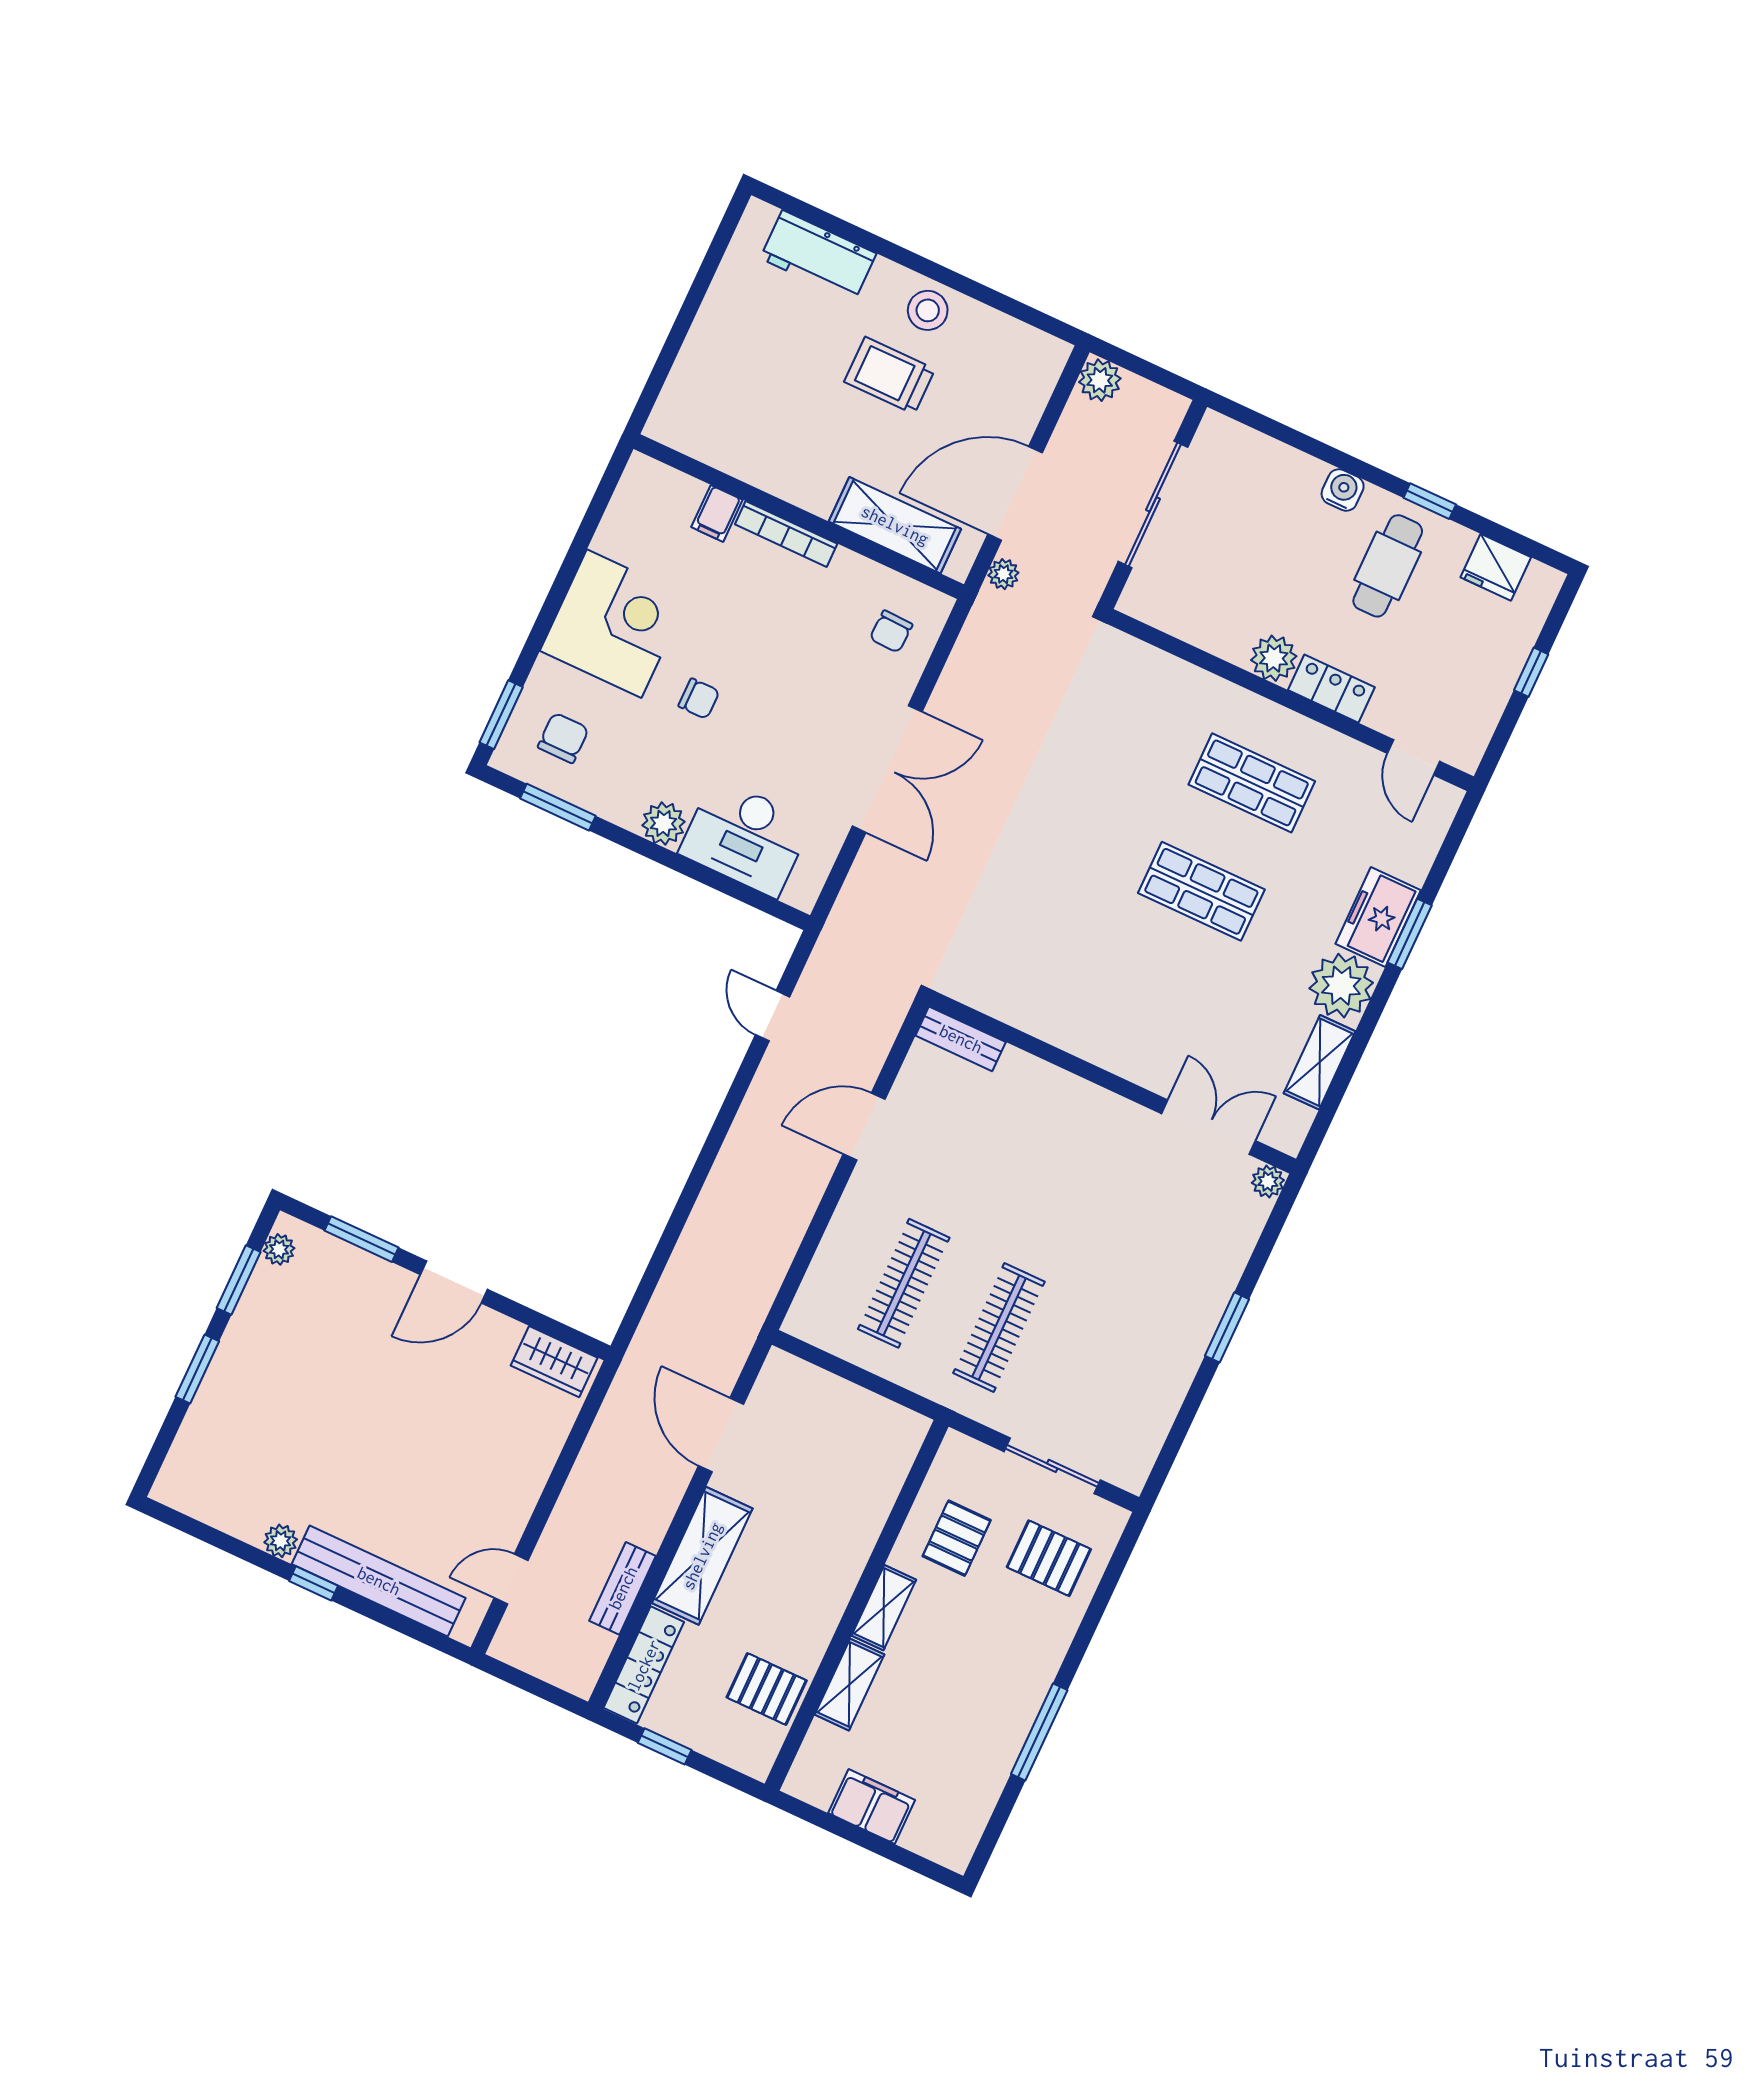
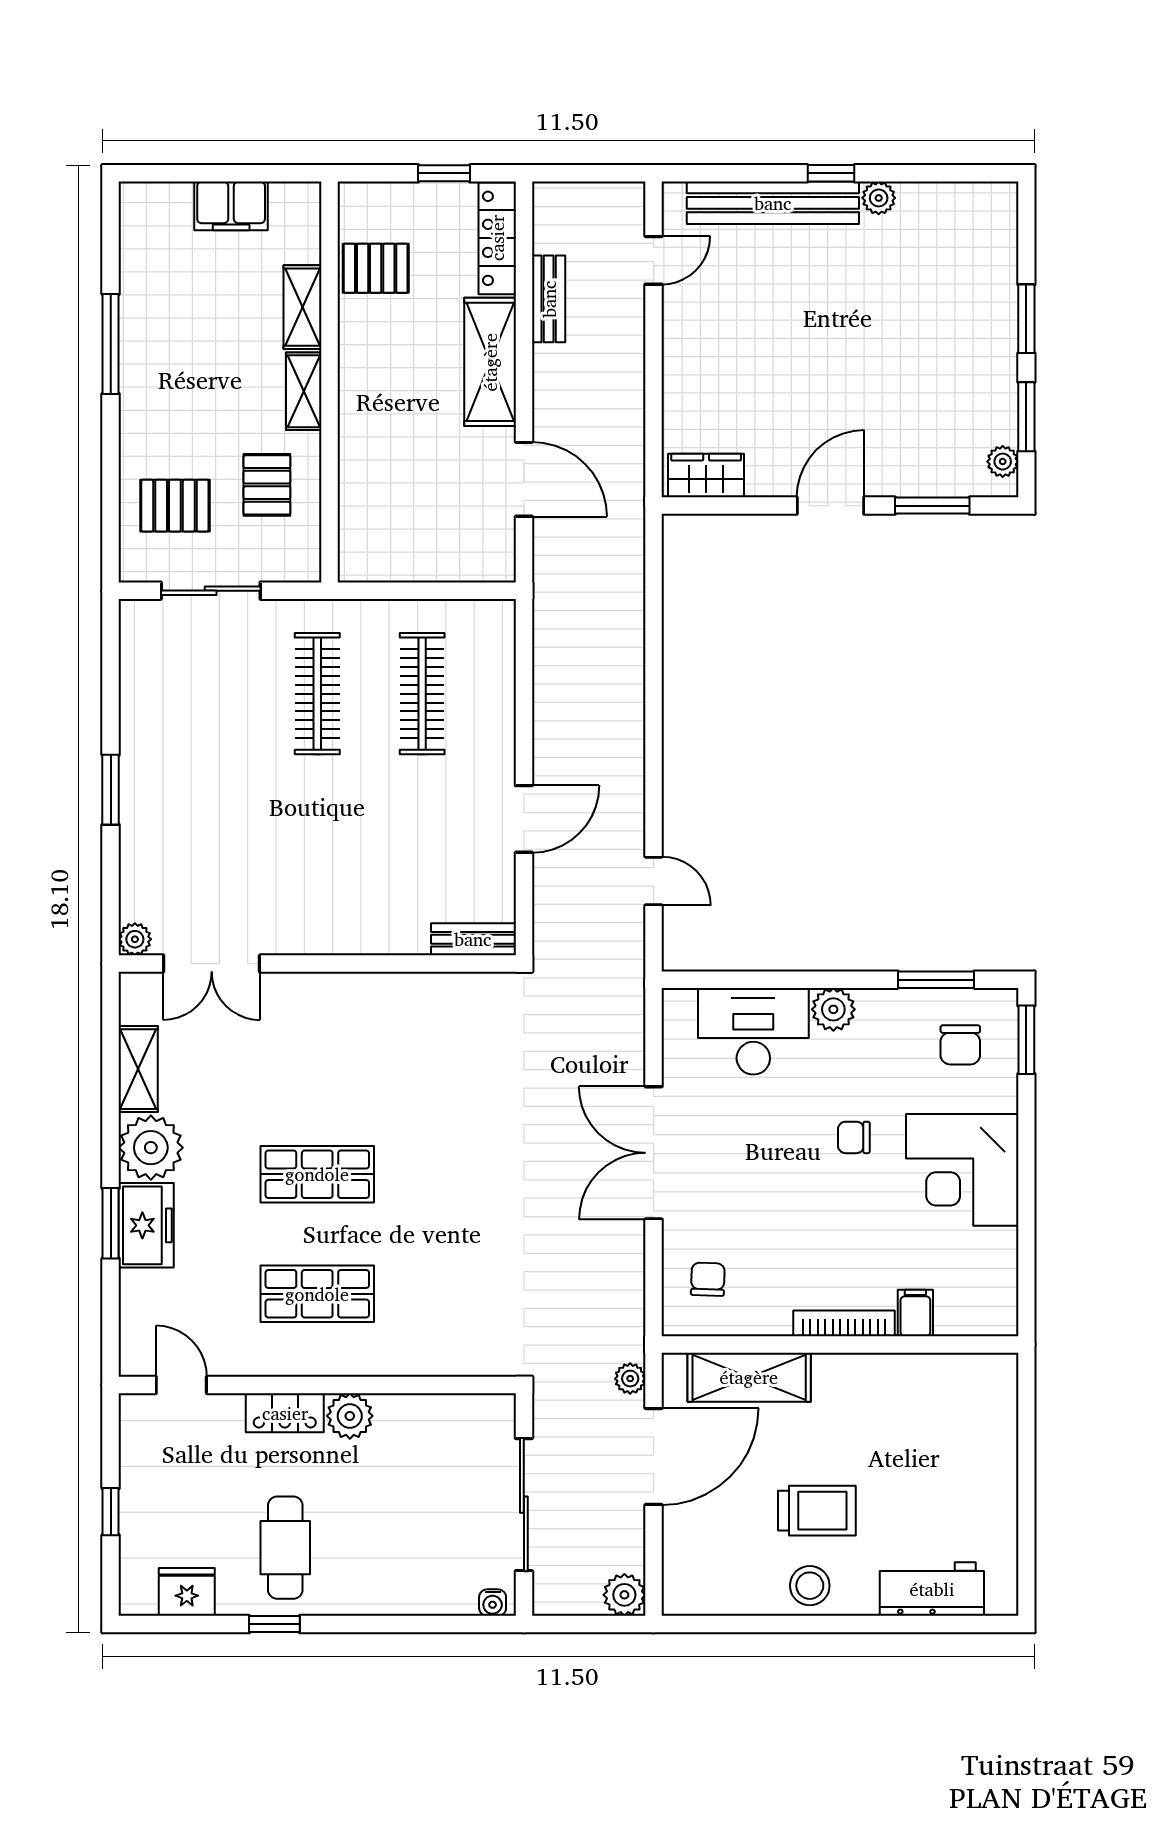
water cooler: (1343, 490) -> (493, 1603), moved, width x0.72, depth x0.72

